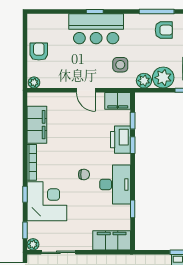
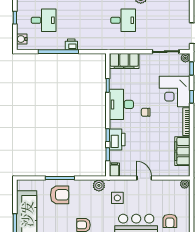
armchair: (39, 52) -> (170, 221), moved
plant: (163, 78) -> (84, 188), removed
filing cabinet: (118, 101) -> (114, 170), width x0.50

